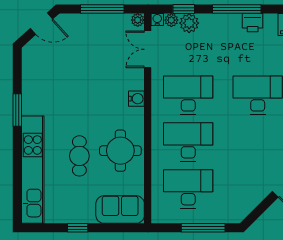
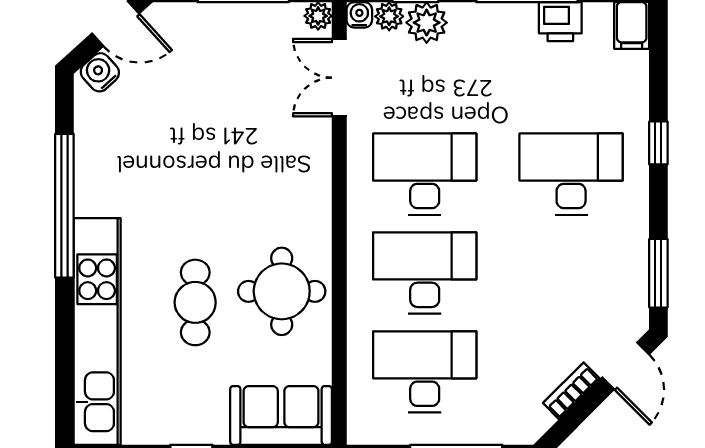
water cooler: (136, 99) -> (100, 72), moved, turned -132
window: (17, 110) -> (64, 206), width x2.11
bookcase: (258, 198) -> (571, 391), added

